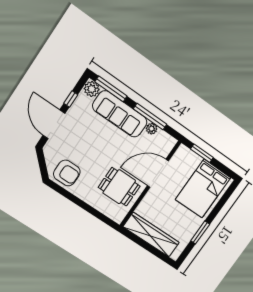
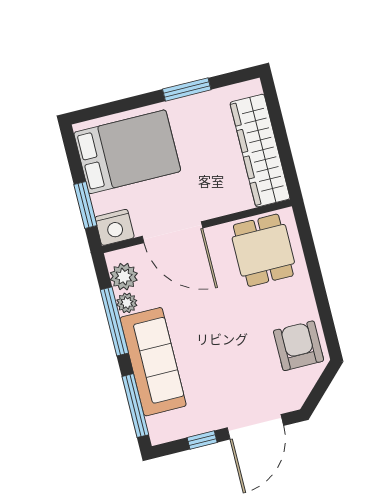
plant: (92, 89) -> (124, 277), moved
nightstand: (183, 155) -> (115, 227), added
dining table: (119, 187) -> (263, 250), moved

